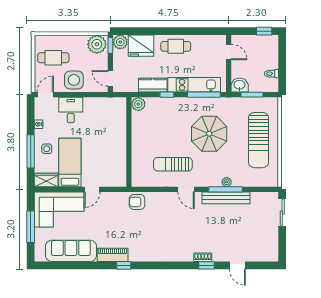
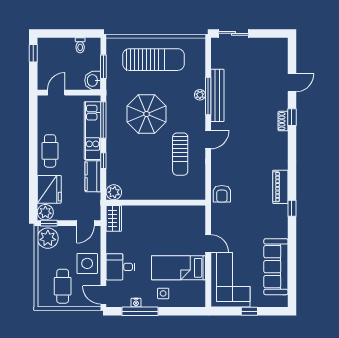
window: (31, 151) -> (140, 311), moved
wardrobe: (46, 180) -> (114, 218), moved, turned 180
window: (31, 227) -> (249, 311), width x0.46
piano: (113, 255) -> (280, 187), moved

